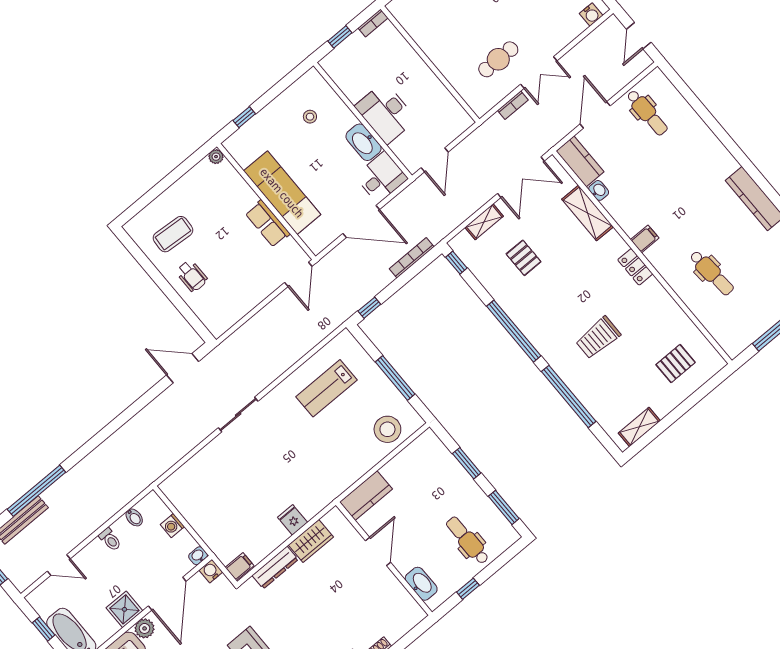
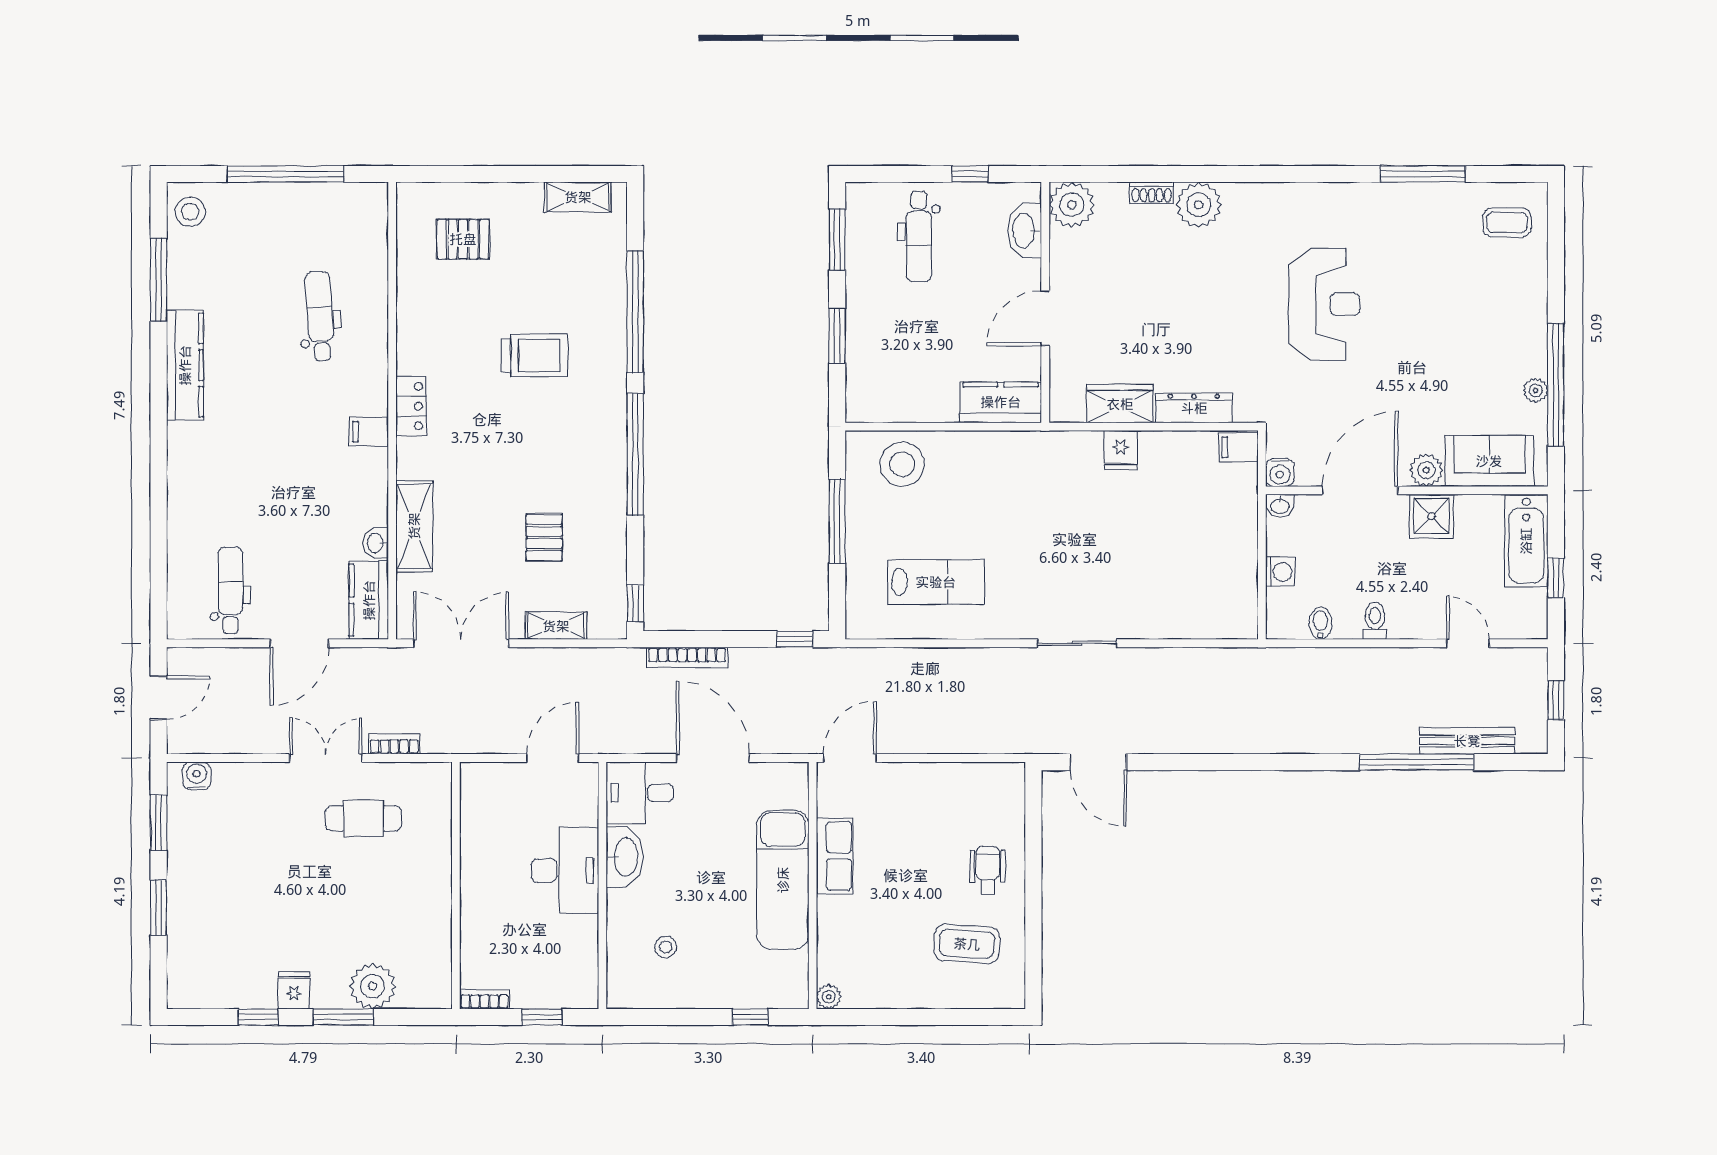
plant: (410, 614) -> (1072, 205), added

